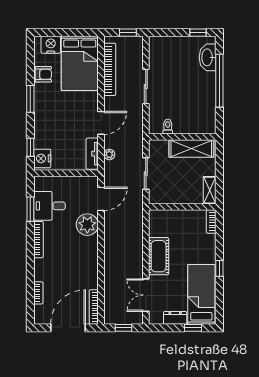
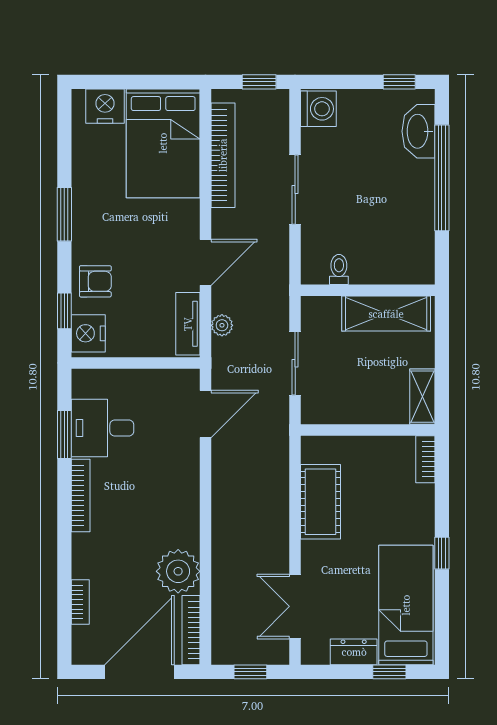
washing machine: (158, 46) -> (318, 109), added
armchair: (43, 74) -> (95, 281), moved
plant: (87, 225) -> (178, 571), moved
cot: (159, 256) -> (321, 502), moved

